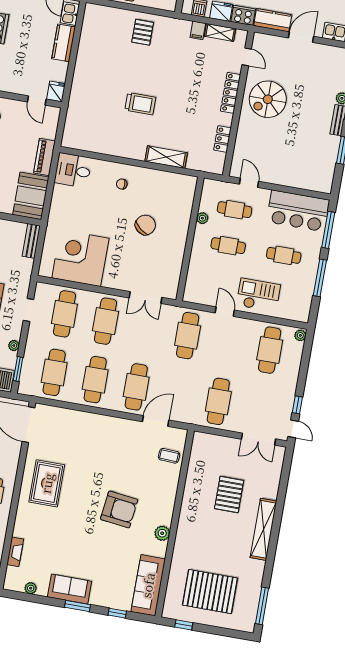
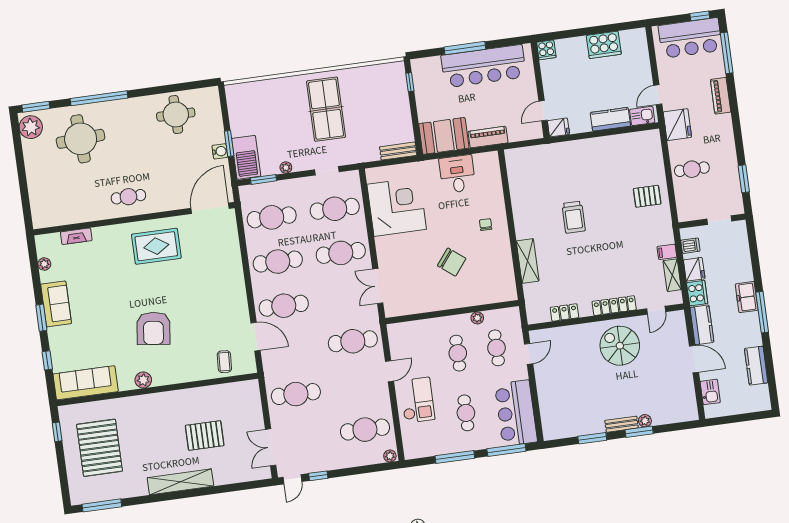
desk: (73, 170) -> (457, 174), moved

